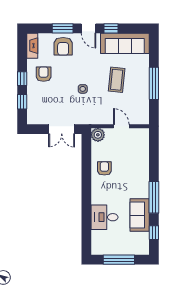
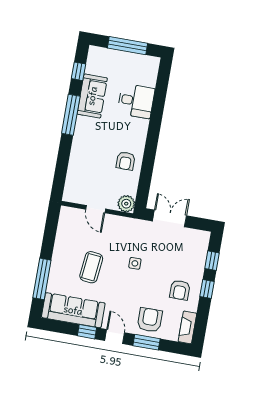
window: (154, 83) -> (42, 279), moved

